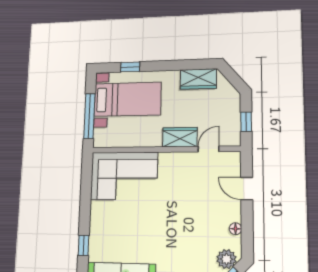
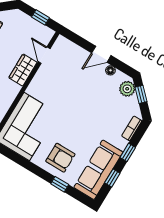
door: (247, 189) -> (101, 54), moved
armchair: (111, 230) -> (60, 158), added

